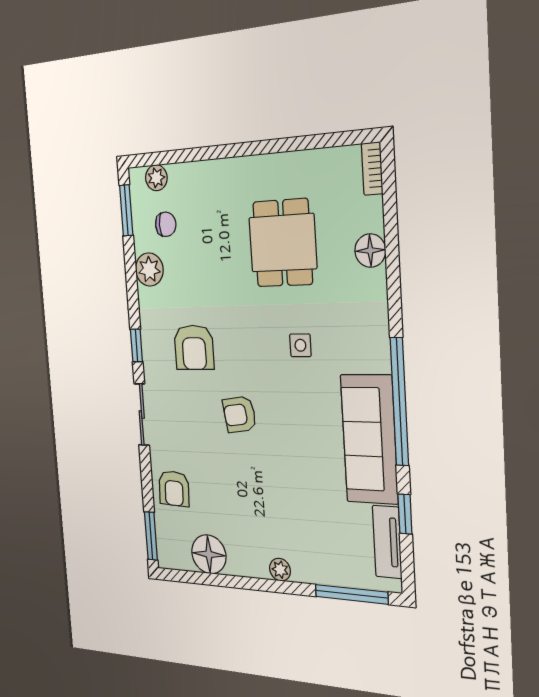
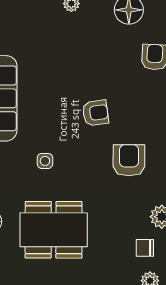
dining table: (283, 243) -> (54, 230), width x1.38

